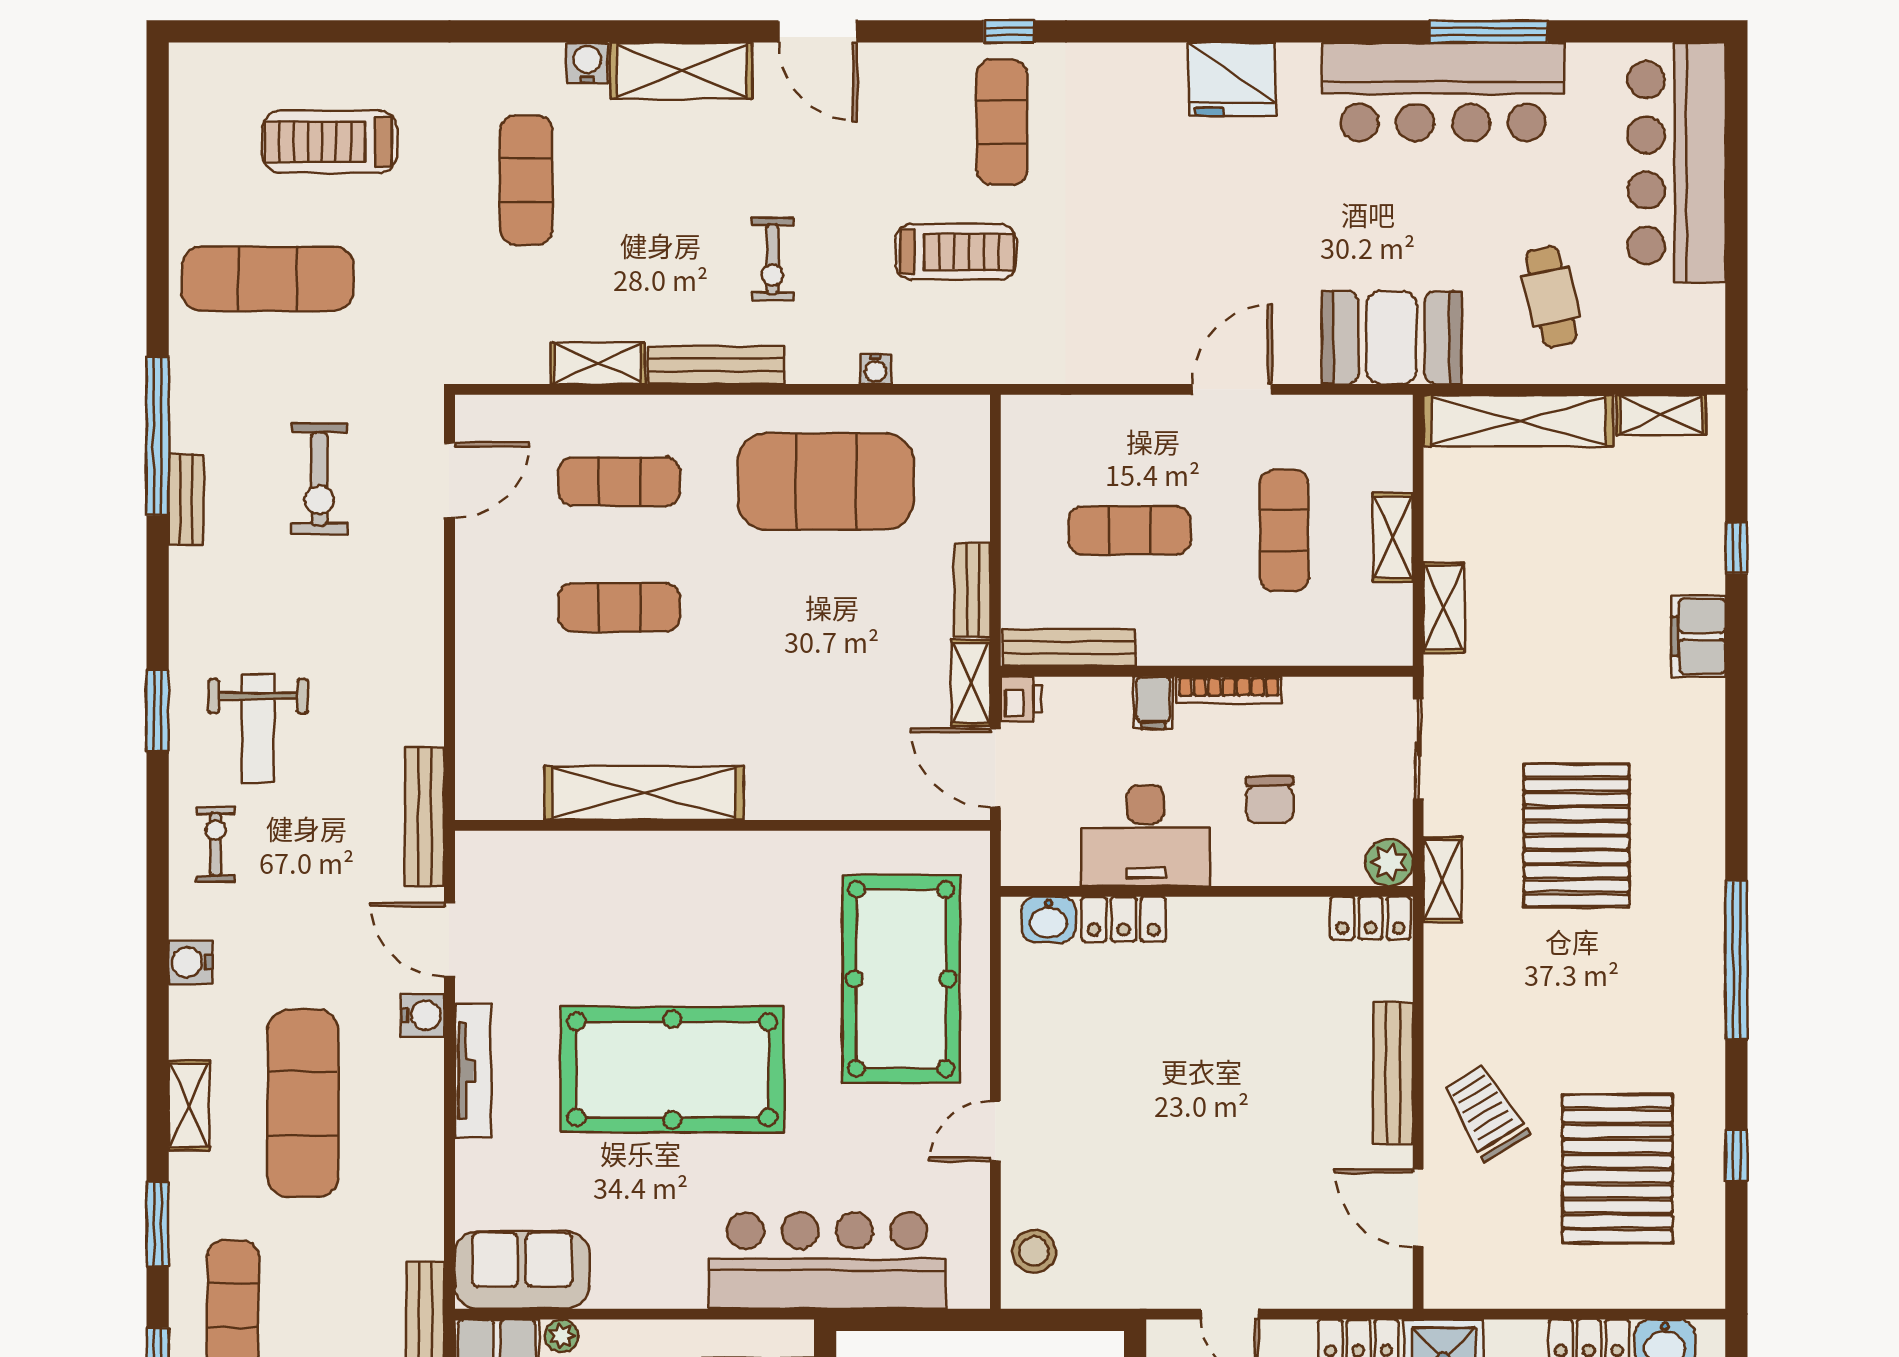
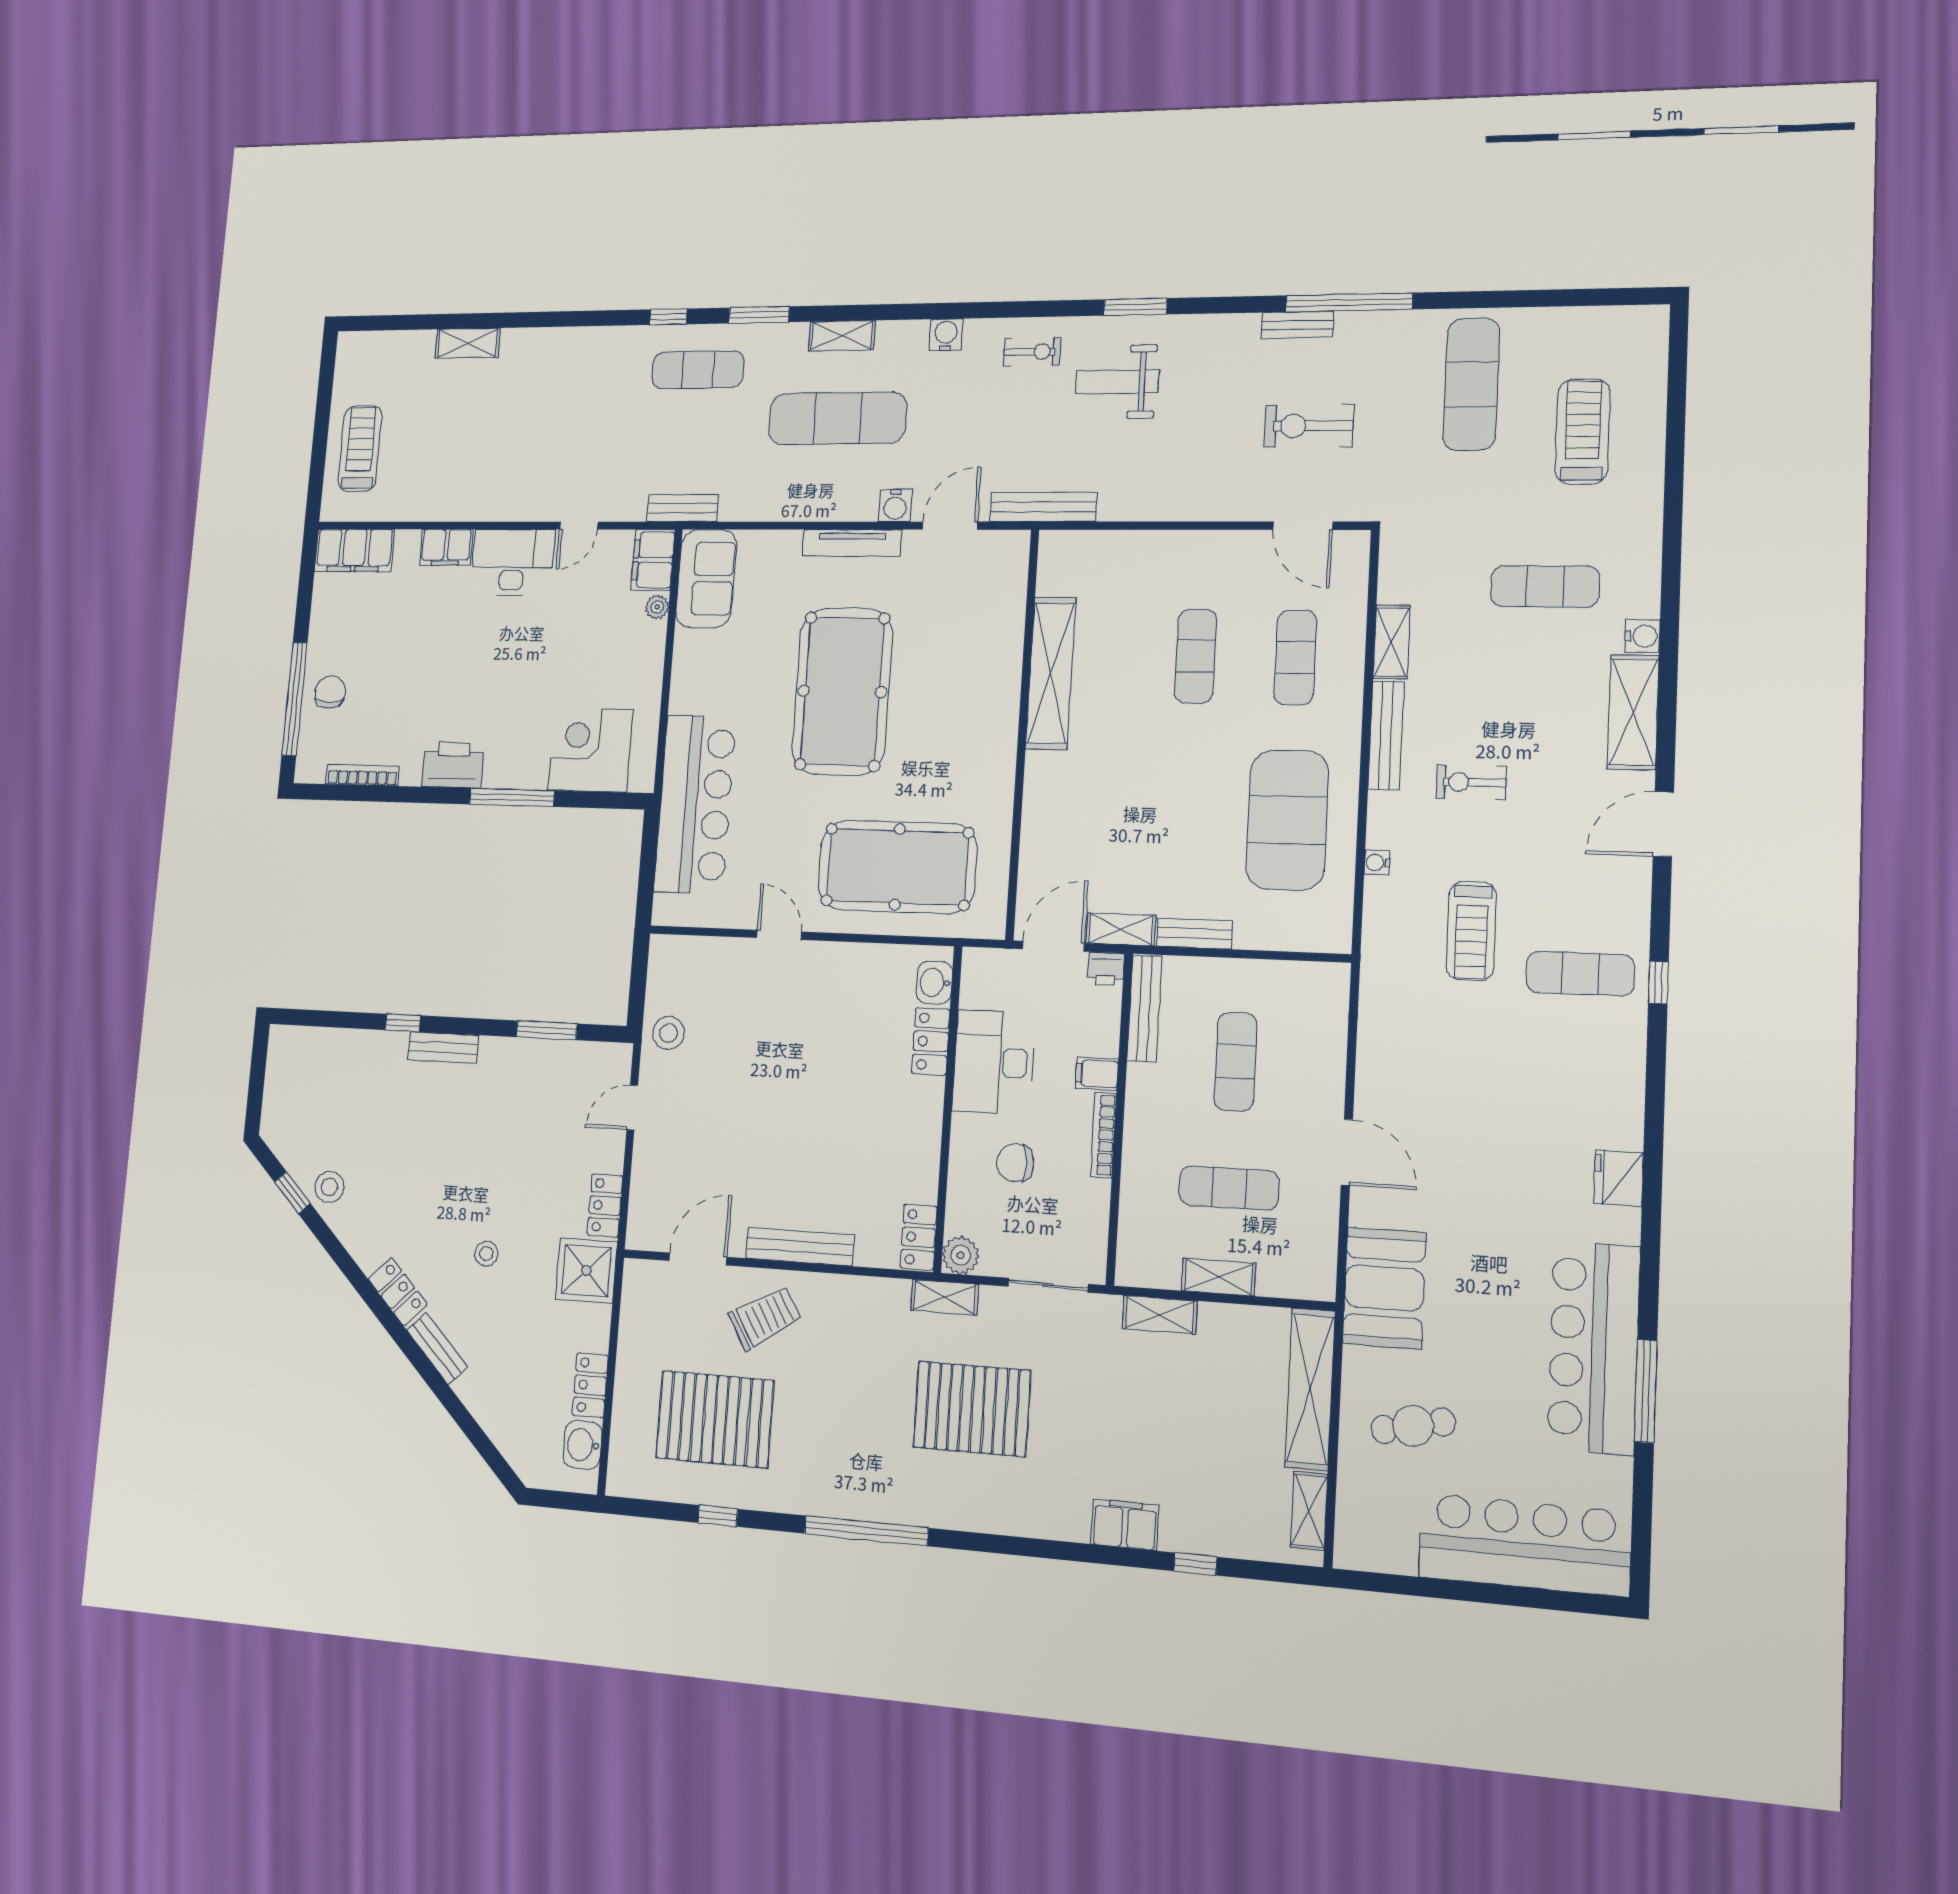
fridge: (1232, 79) -> (1619, 1178), width x0.73, depth x0.75
stool: (1034, 1251) -> (669, 1033), moved

